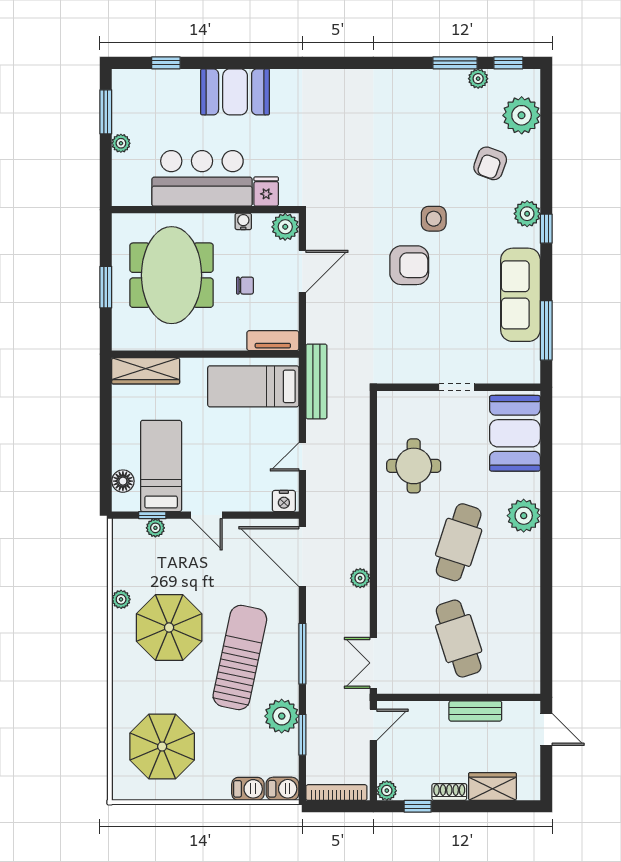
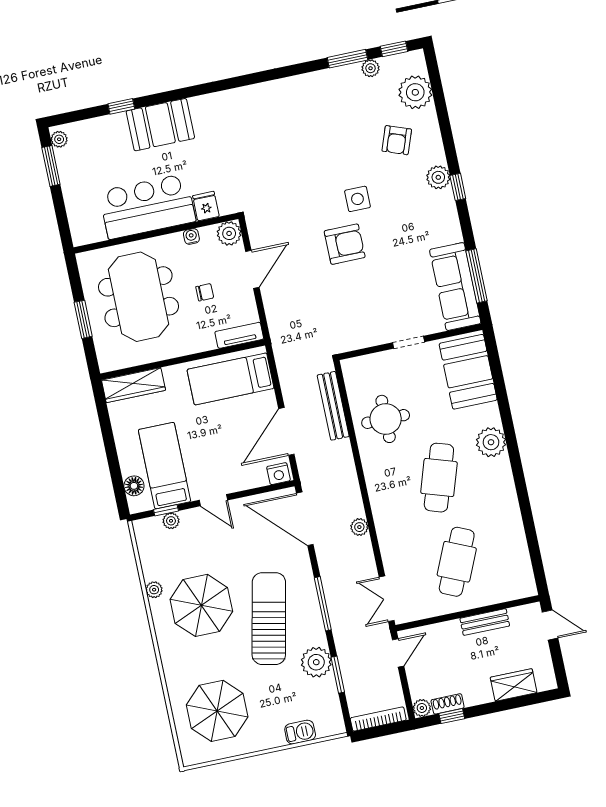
window: (166, 63) -> (121, 106), moved
plant: (121, 143) -> (59, 139), moved
sofa: (520, 295) -> (455, 287), moved
bench: (316, 381) -> (333, 406), moved
door: (302, 457) -> (286, 431), width x1.87
cafe table: (459, 639) -> (457, 562), turned 42
barbecue: (282, 789) -> (330, 726), removed
shoe rack: (449, 792) -> (448, 704), moved

